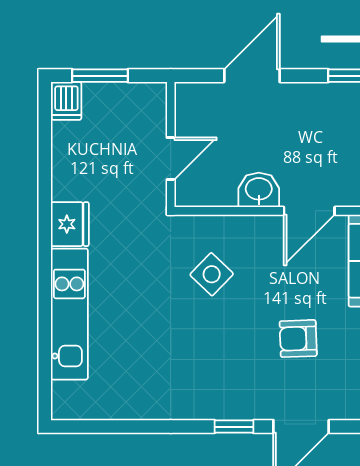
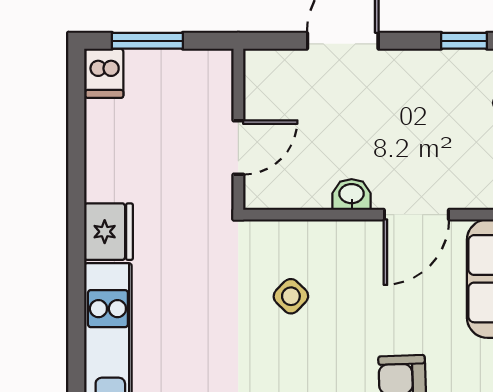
washbasin: (259, 190) -> (352, 195), width x0.72, depth x0.69
side table: (212, 274) -> (291, 296), width x0.73, depth x0.73

